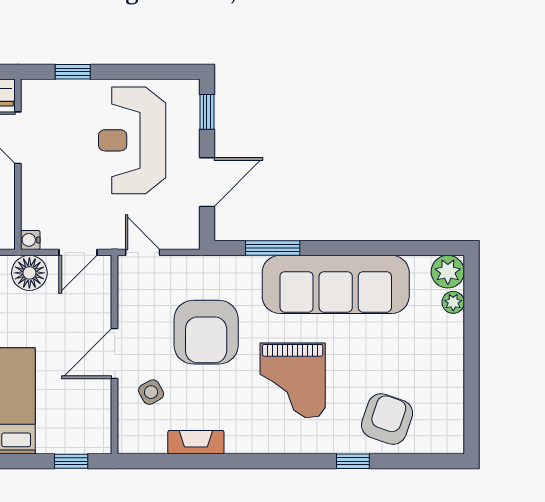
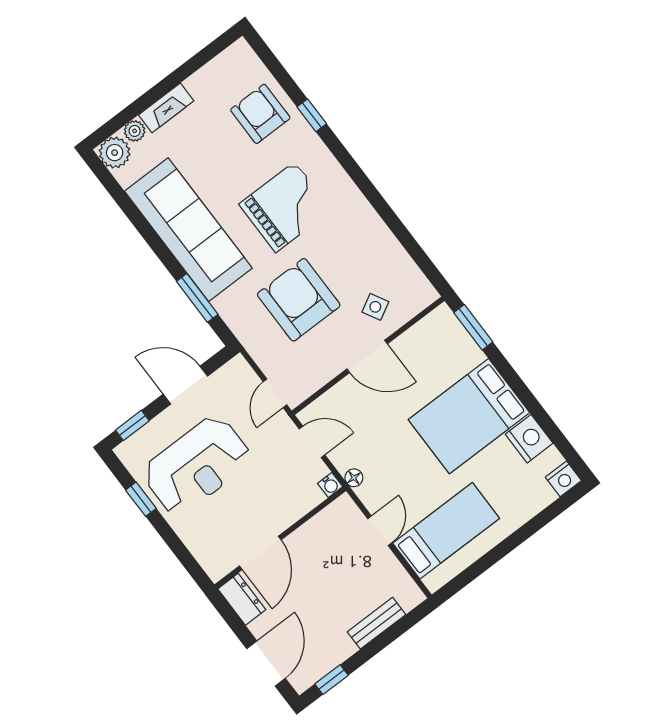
window: (73, 72) -> (141, 499), moved
floor lamp: (29, 273) -> (354, 478), width x0.53, depth x0.53
armchair: (206, 332) -> (299, 300), turned -90
armchair: (387, 419) -> (260, 114), turned 71
fireplace: (196, 442) -> (166, 108), moved, turned -90
window: (71, 461) -> (473, 327), width x1.50

